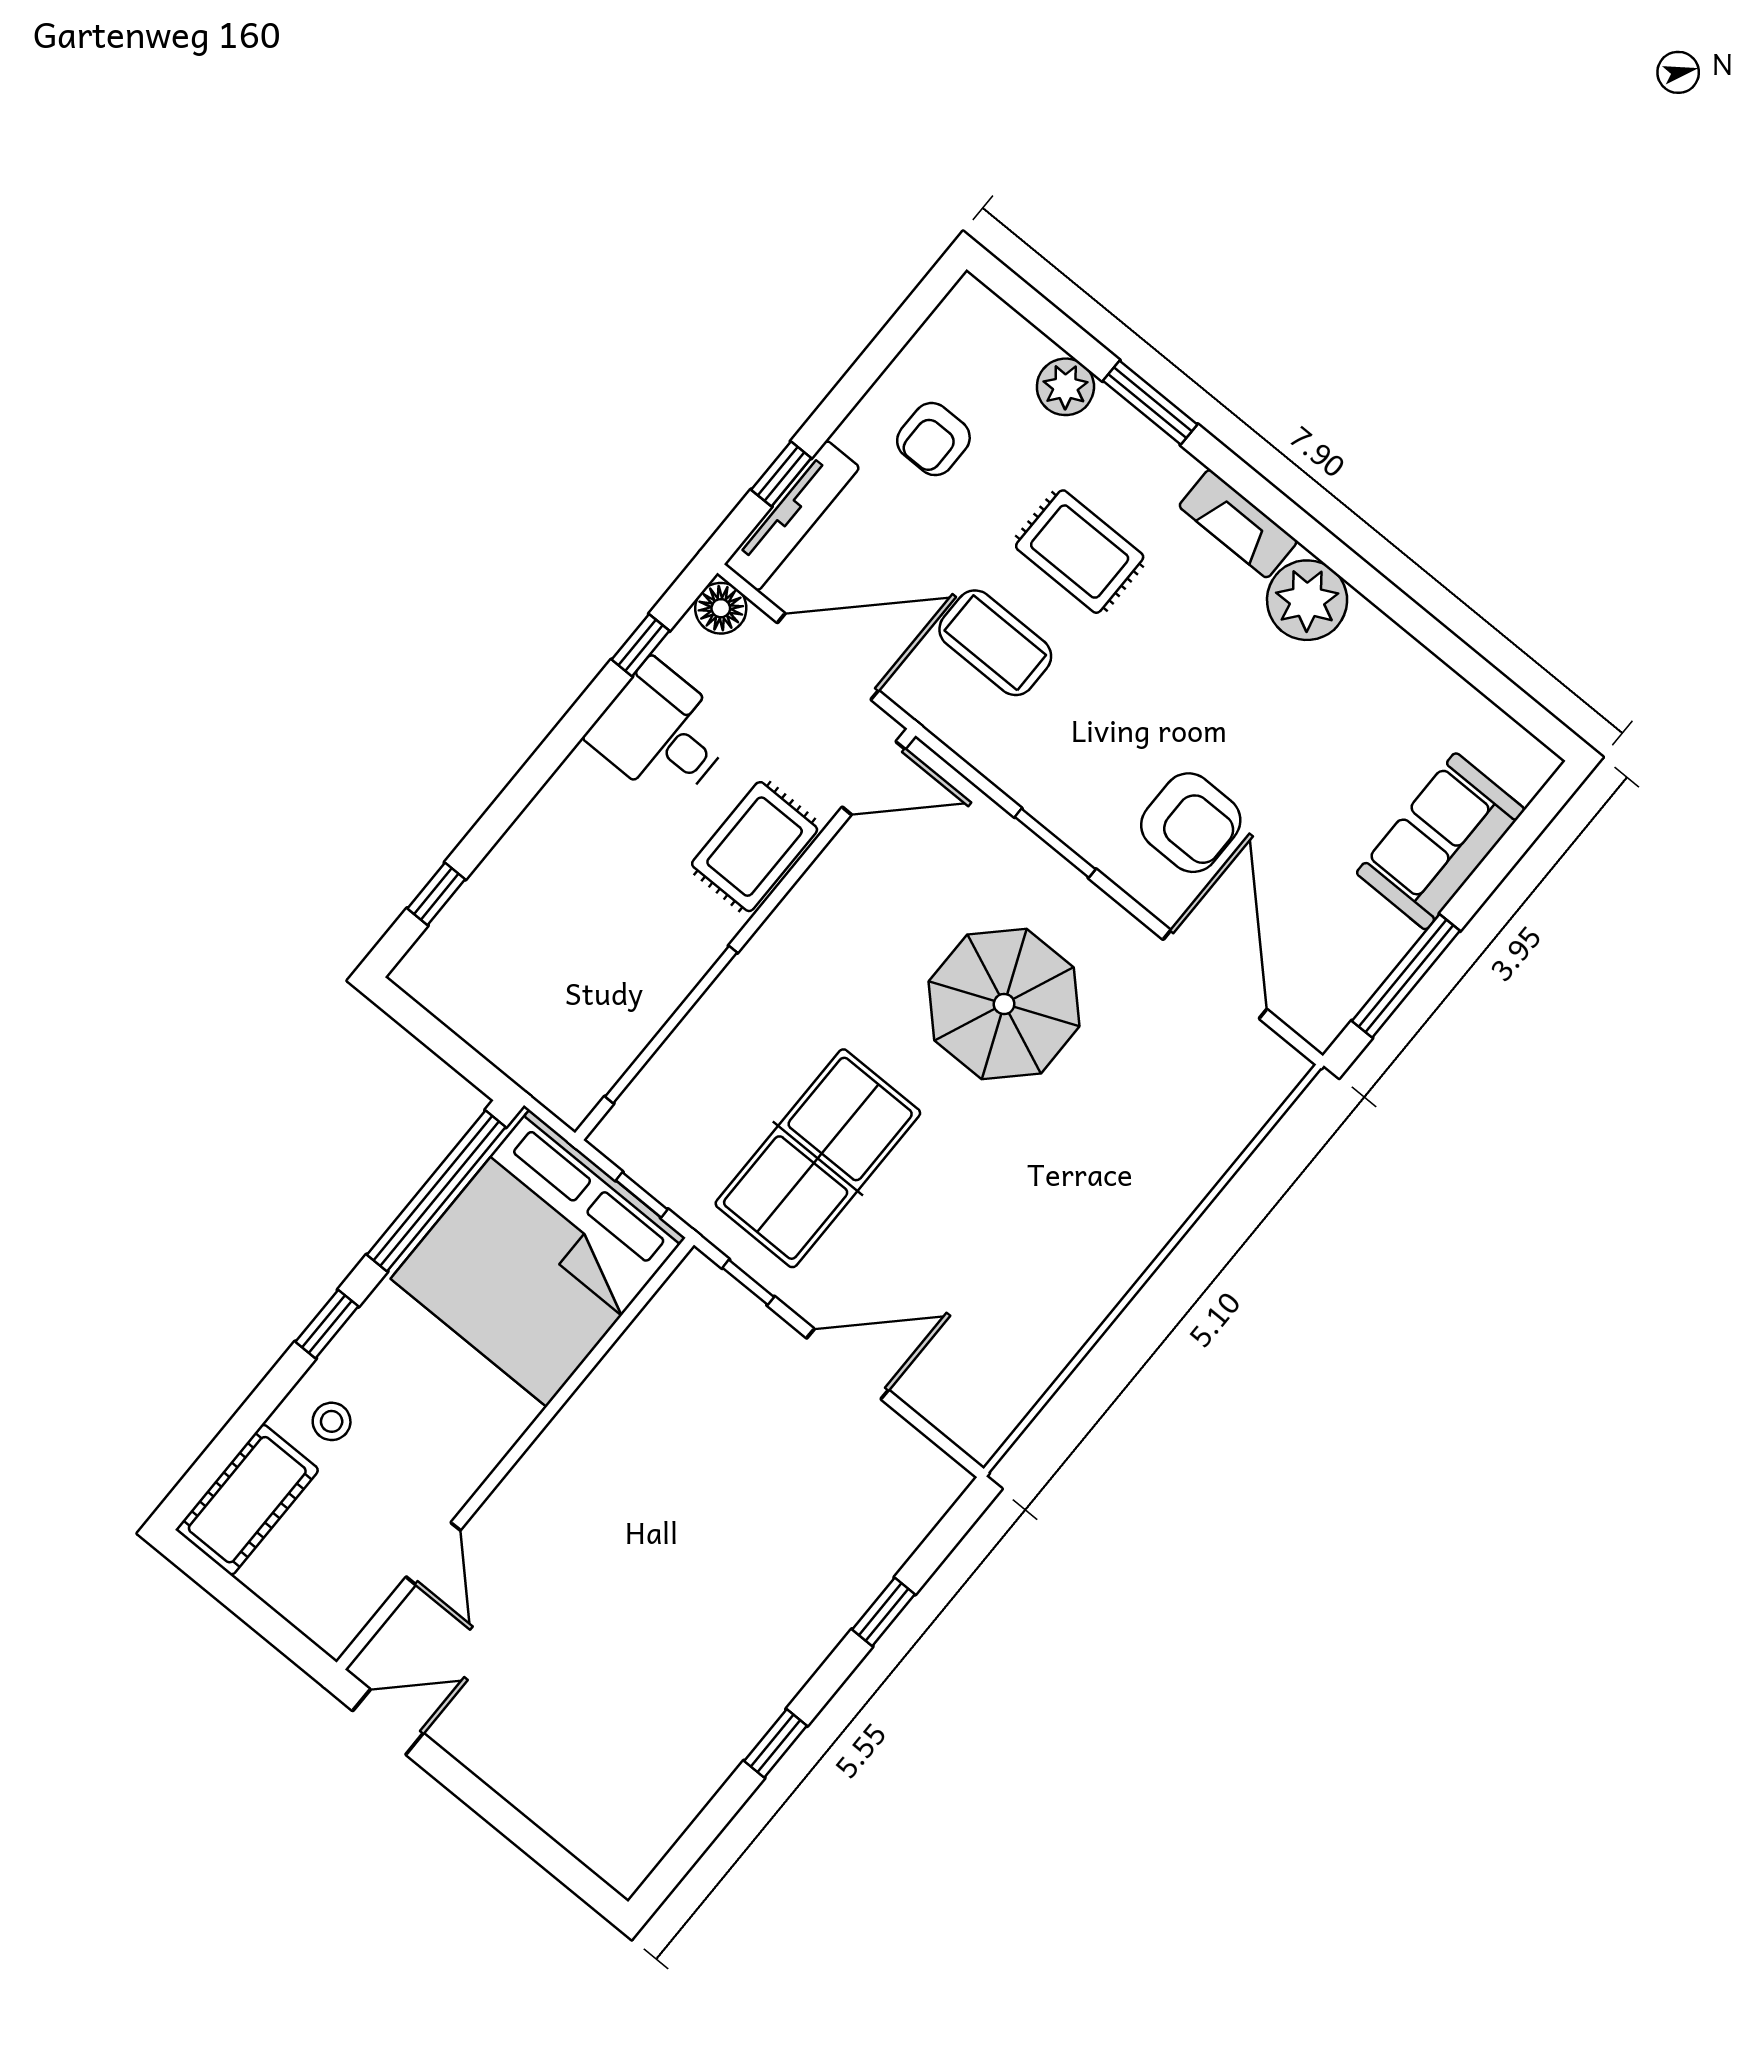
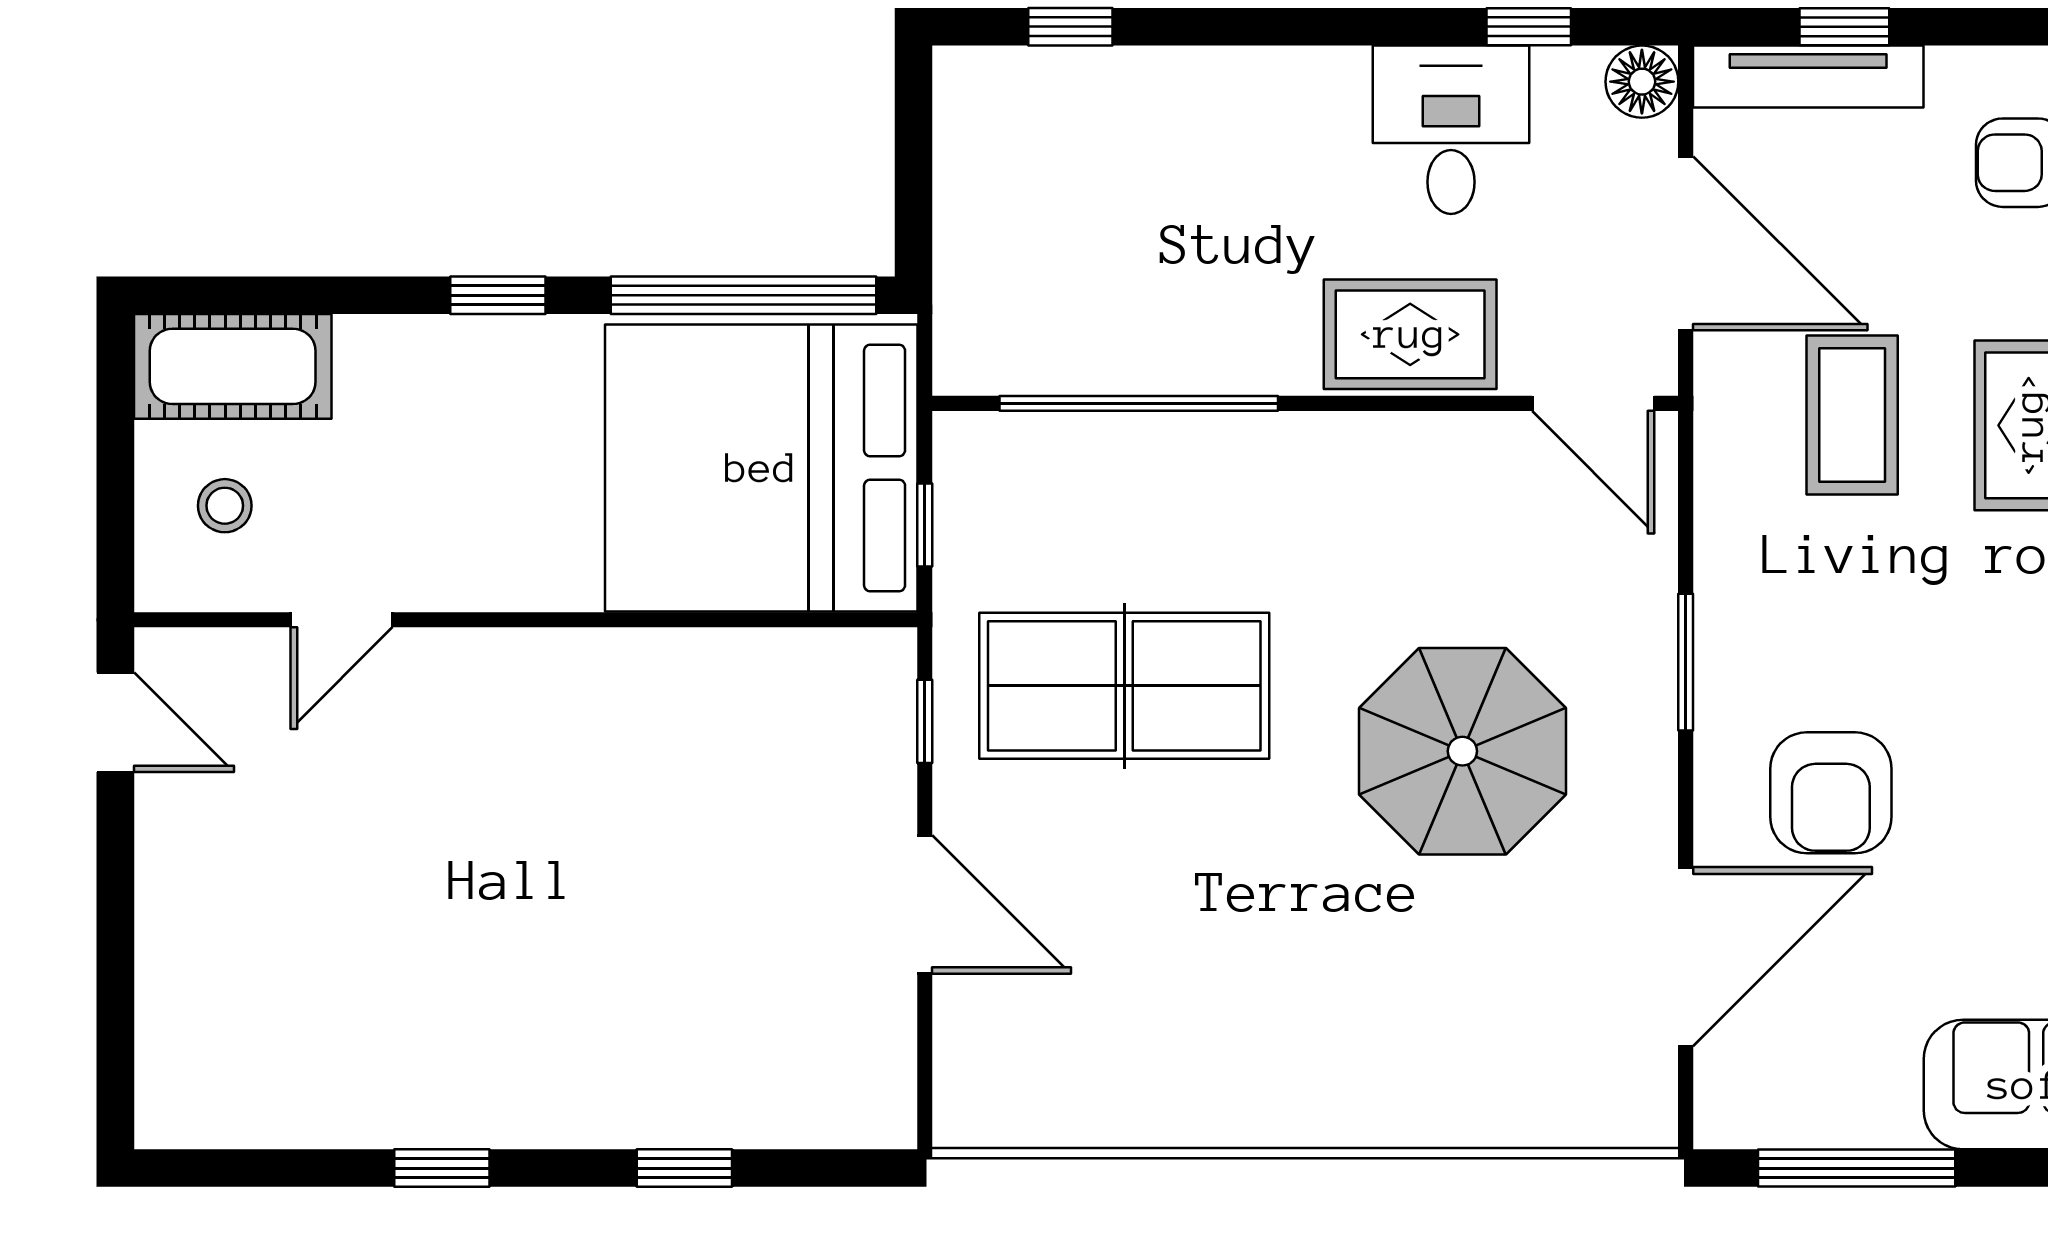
stool: (332, 1421) -> (225, 506), moved

